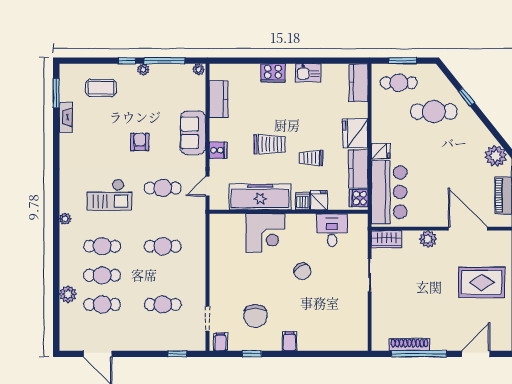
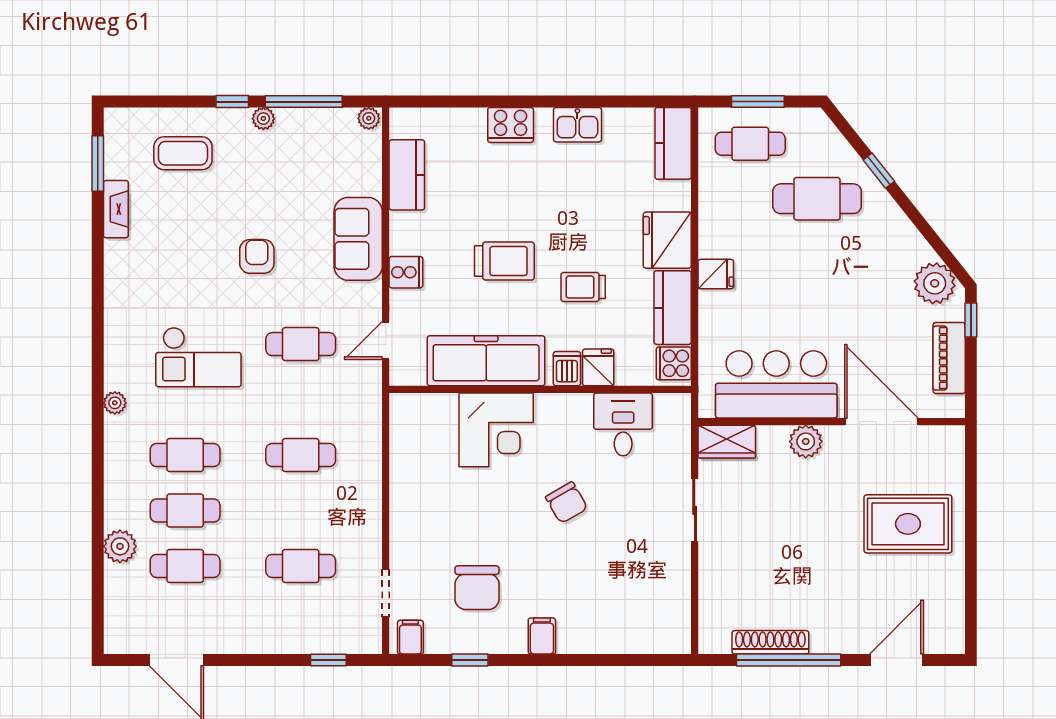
bar counter: (389, 192) -> (776, 384), moved, turned -90

